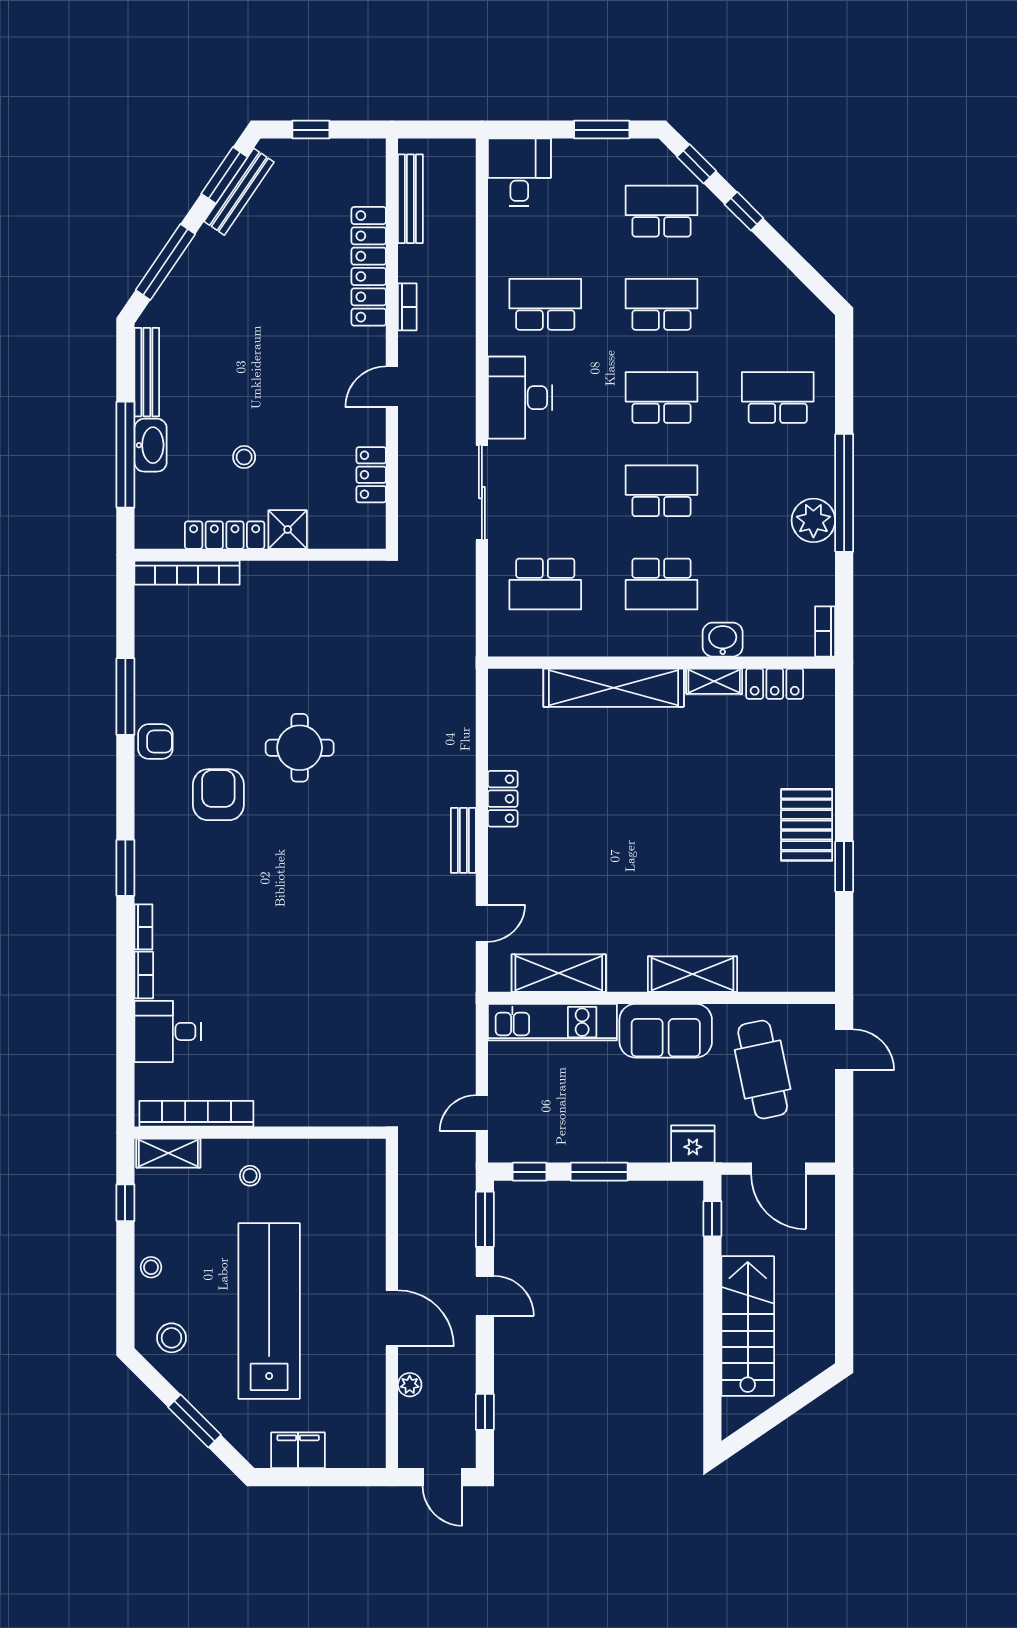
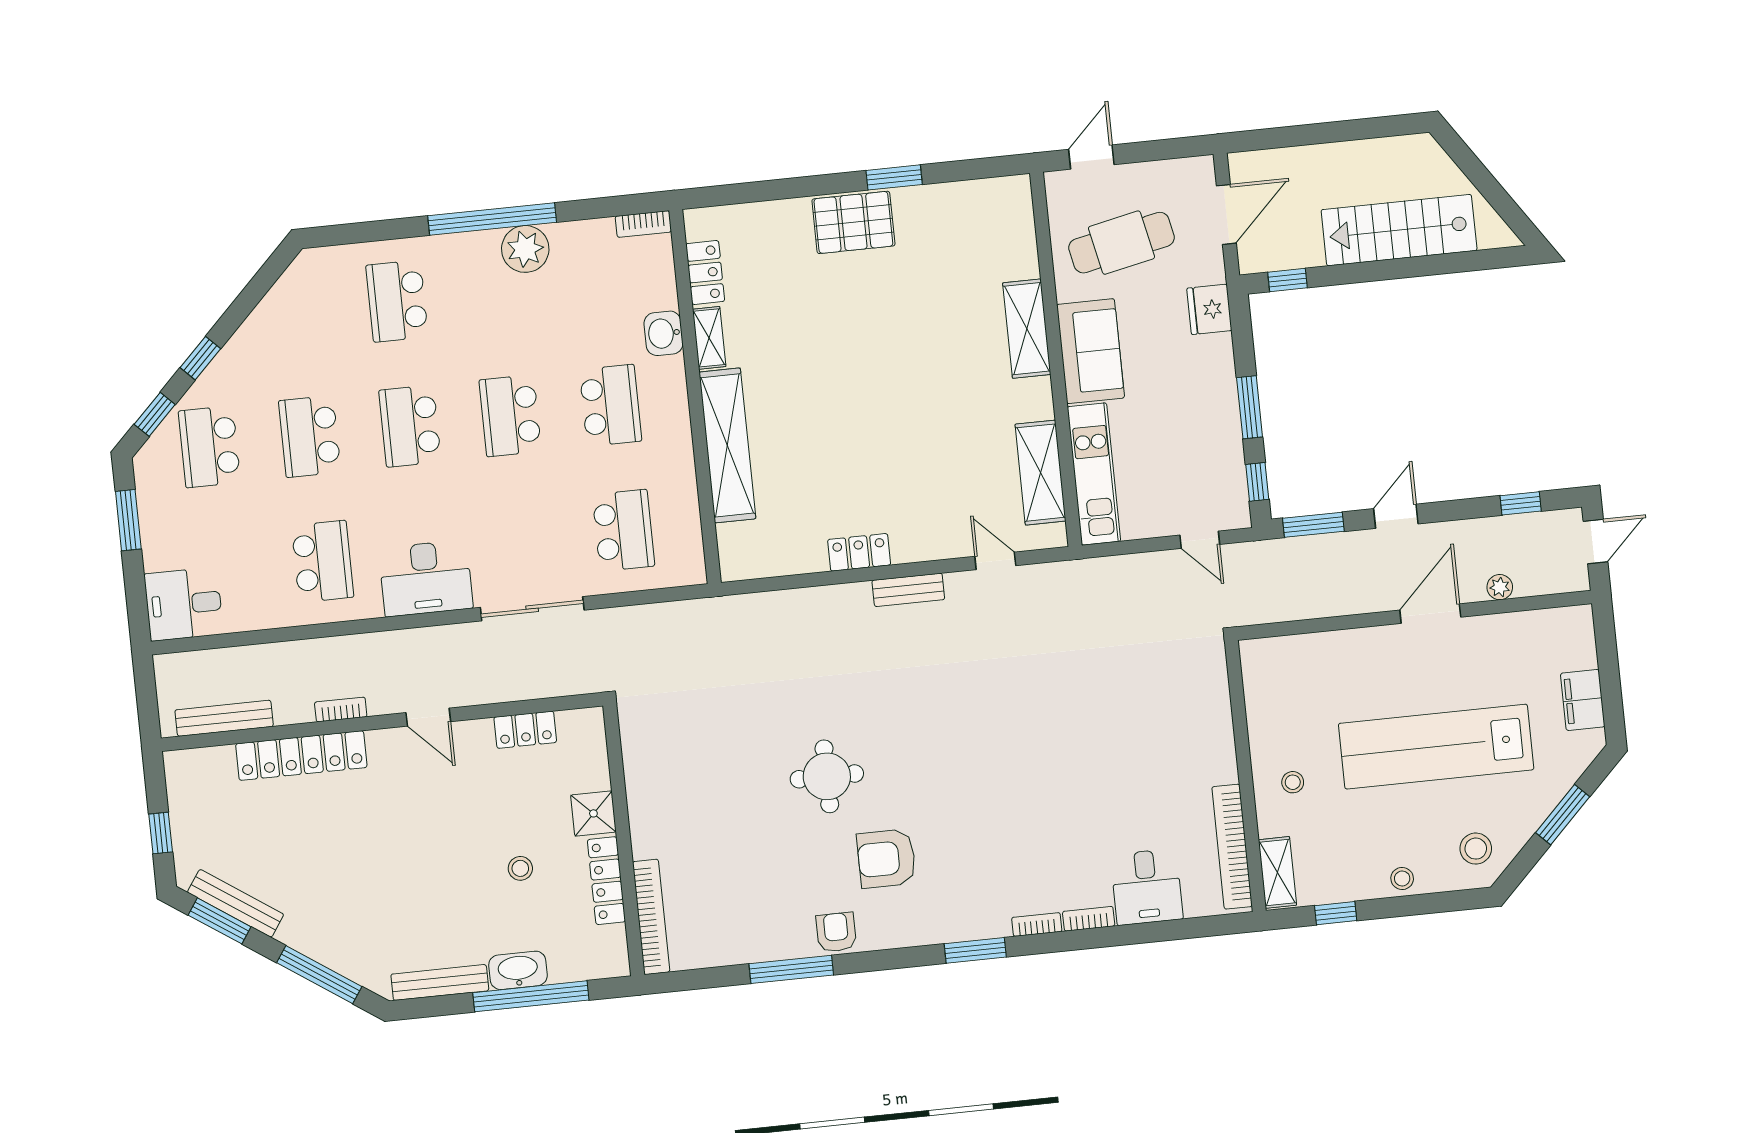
school desk: (545, 304) -> (323, 561), turned 180

